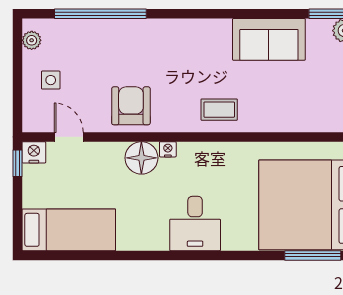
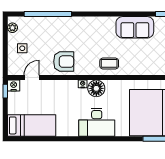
armchair: (131, 106) -> (64, 62), turned 90
door: (69, 137) -> (32, 78), hinge flipped
floor lamp: (141, 158) -> (96, 88), moved
desk: (195, 224) -> (97, 122), width x1.37

